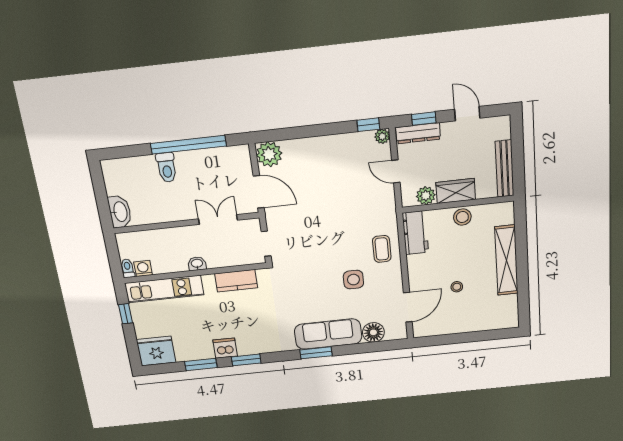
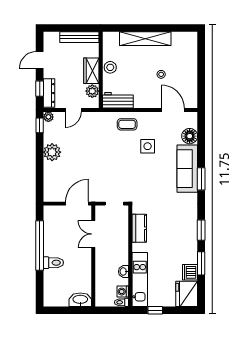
plant: (269, 154) -> (52, 152), moved
washbasin: (197, 264) -> (124, 272), moved
dishwasher: (225, 348) -> (190, 272), moved

